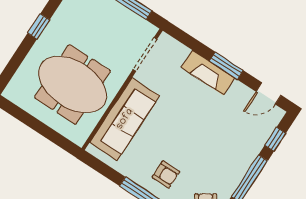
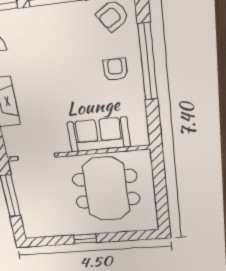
sofa: (125, 119) -> (99, 135), width x0.73

